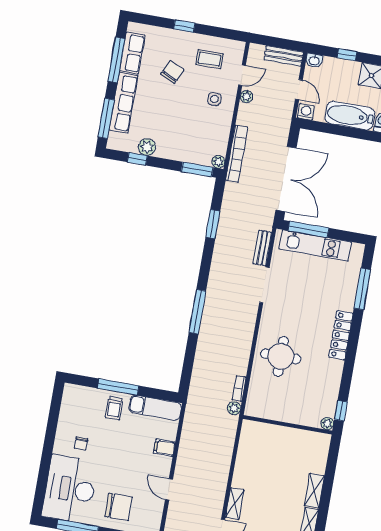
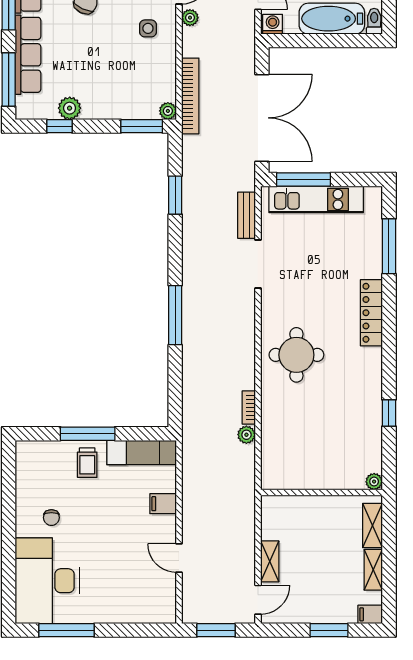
plant: (327, 424) -> (374, 482), moved
wall: (288, 425) -> (321, 492), moved
chair: (119, 507) -> (116, 593), removed

